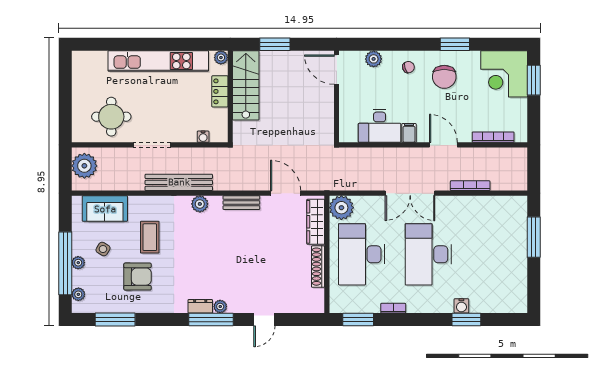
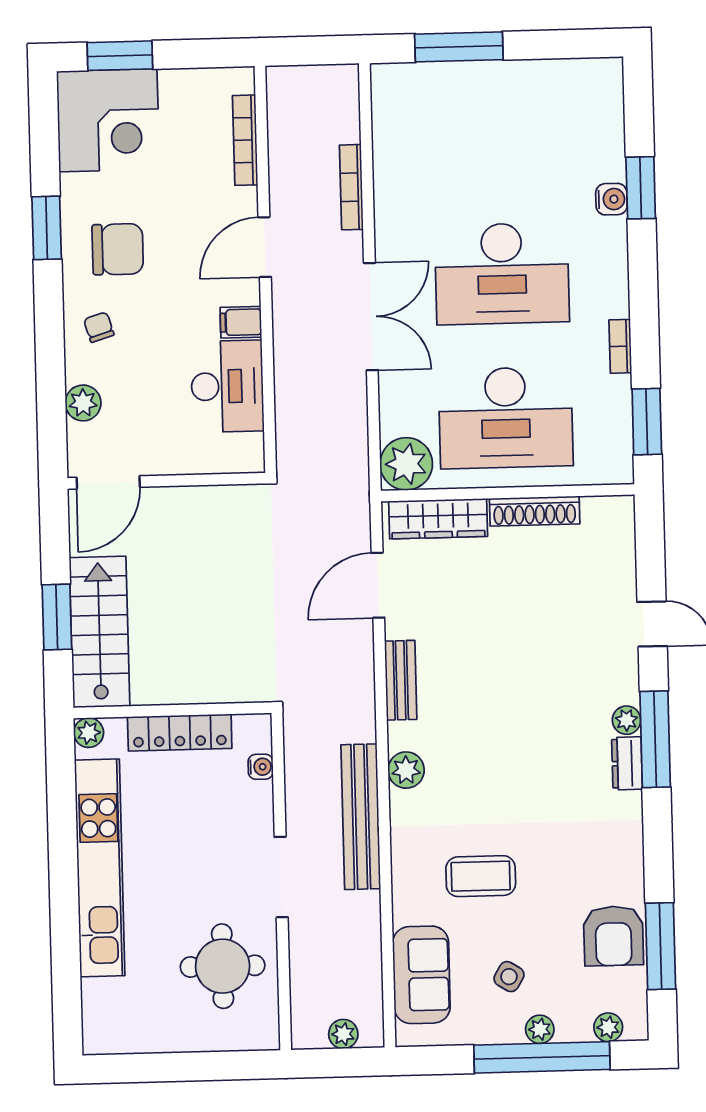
stairs: (246, 85) -> (99, 632), moved, turned 90
locker: (220, 91) -> (180, 733), width x1.53
plant: (84, 166) -> (343, 1034), width x0.53, depth x0.53
armchair: (137, 277) -> (613, 936), moved, turned 180

